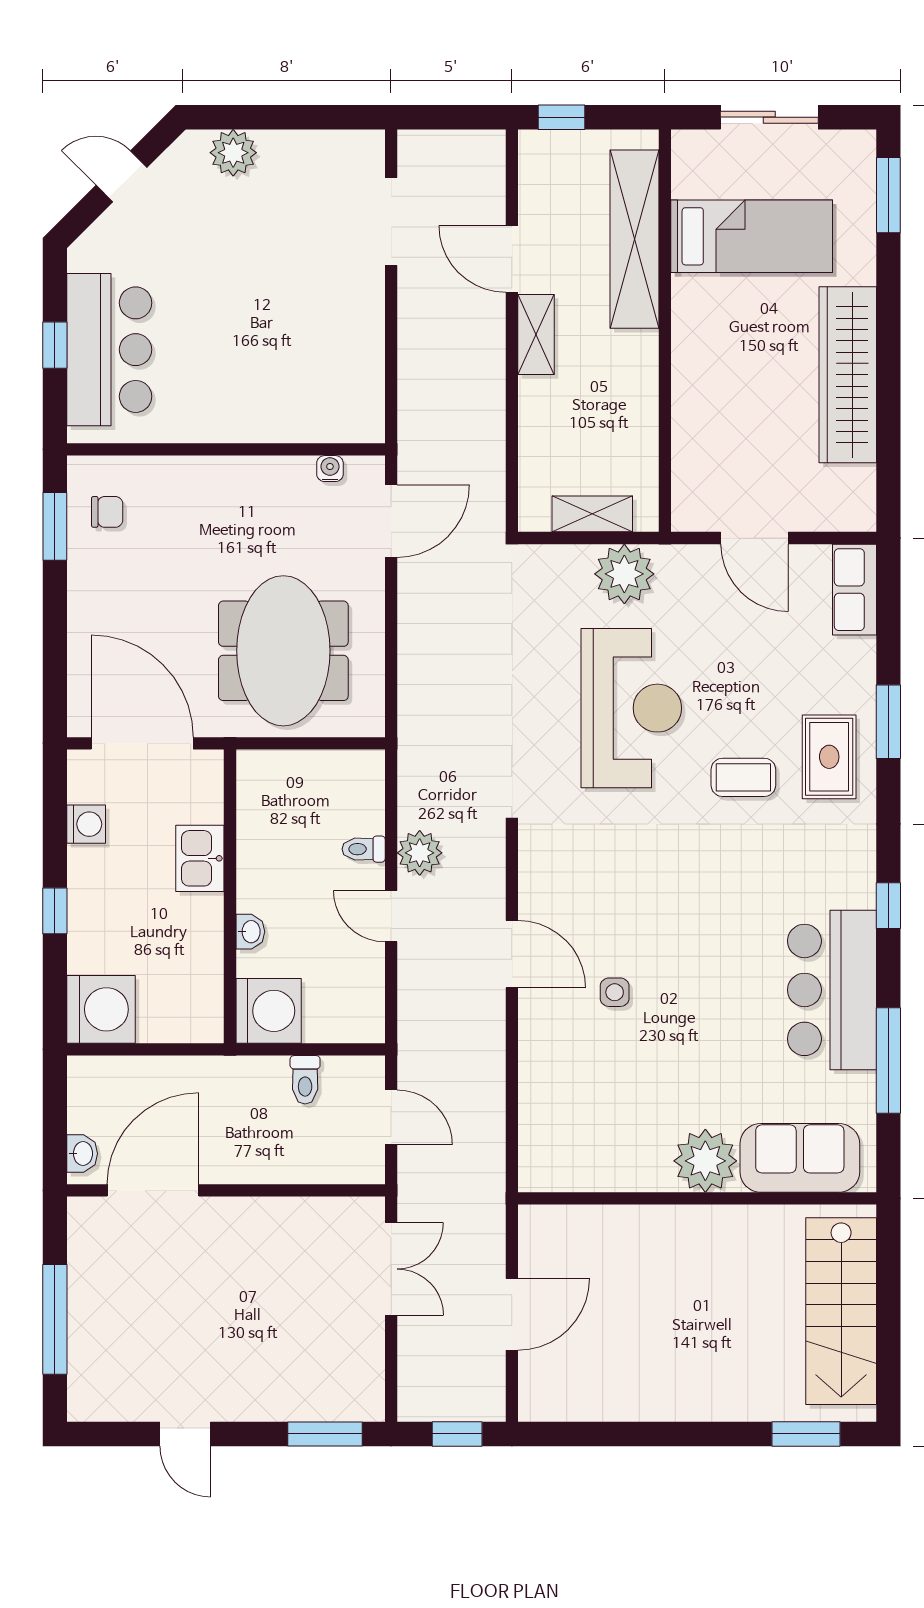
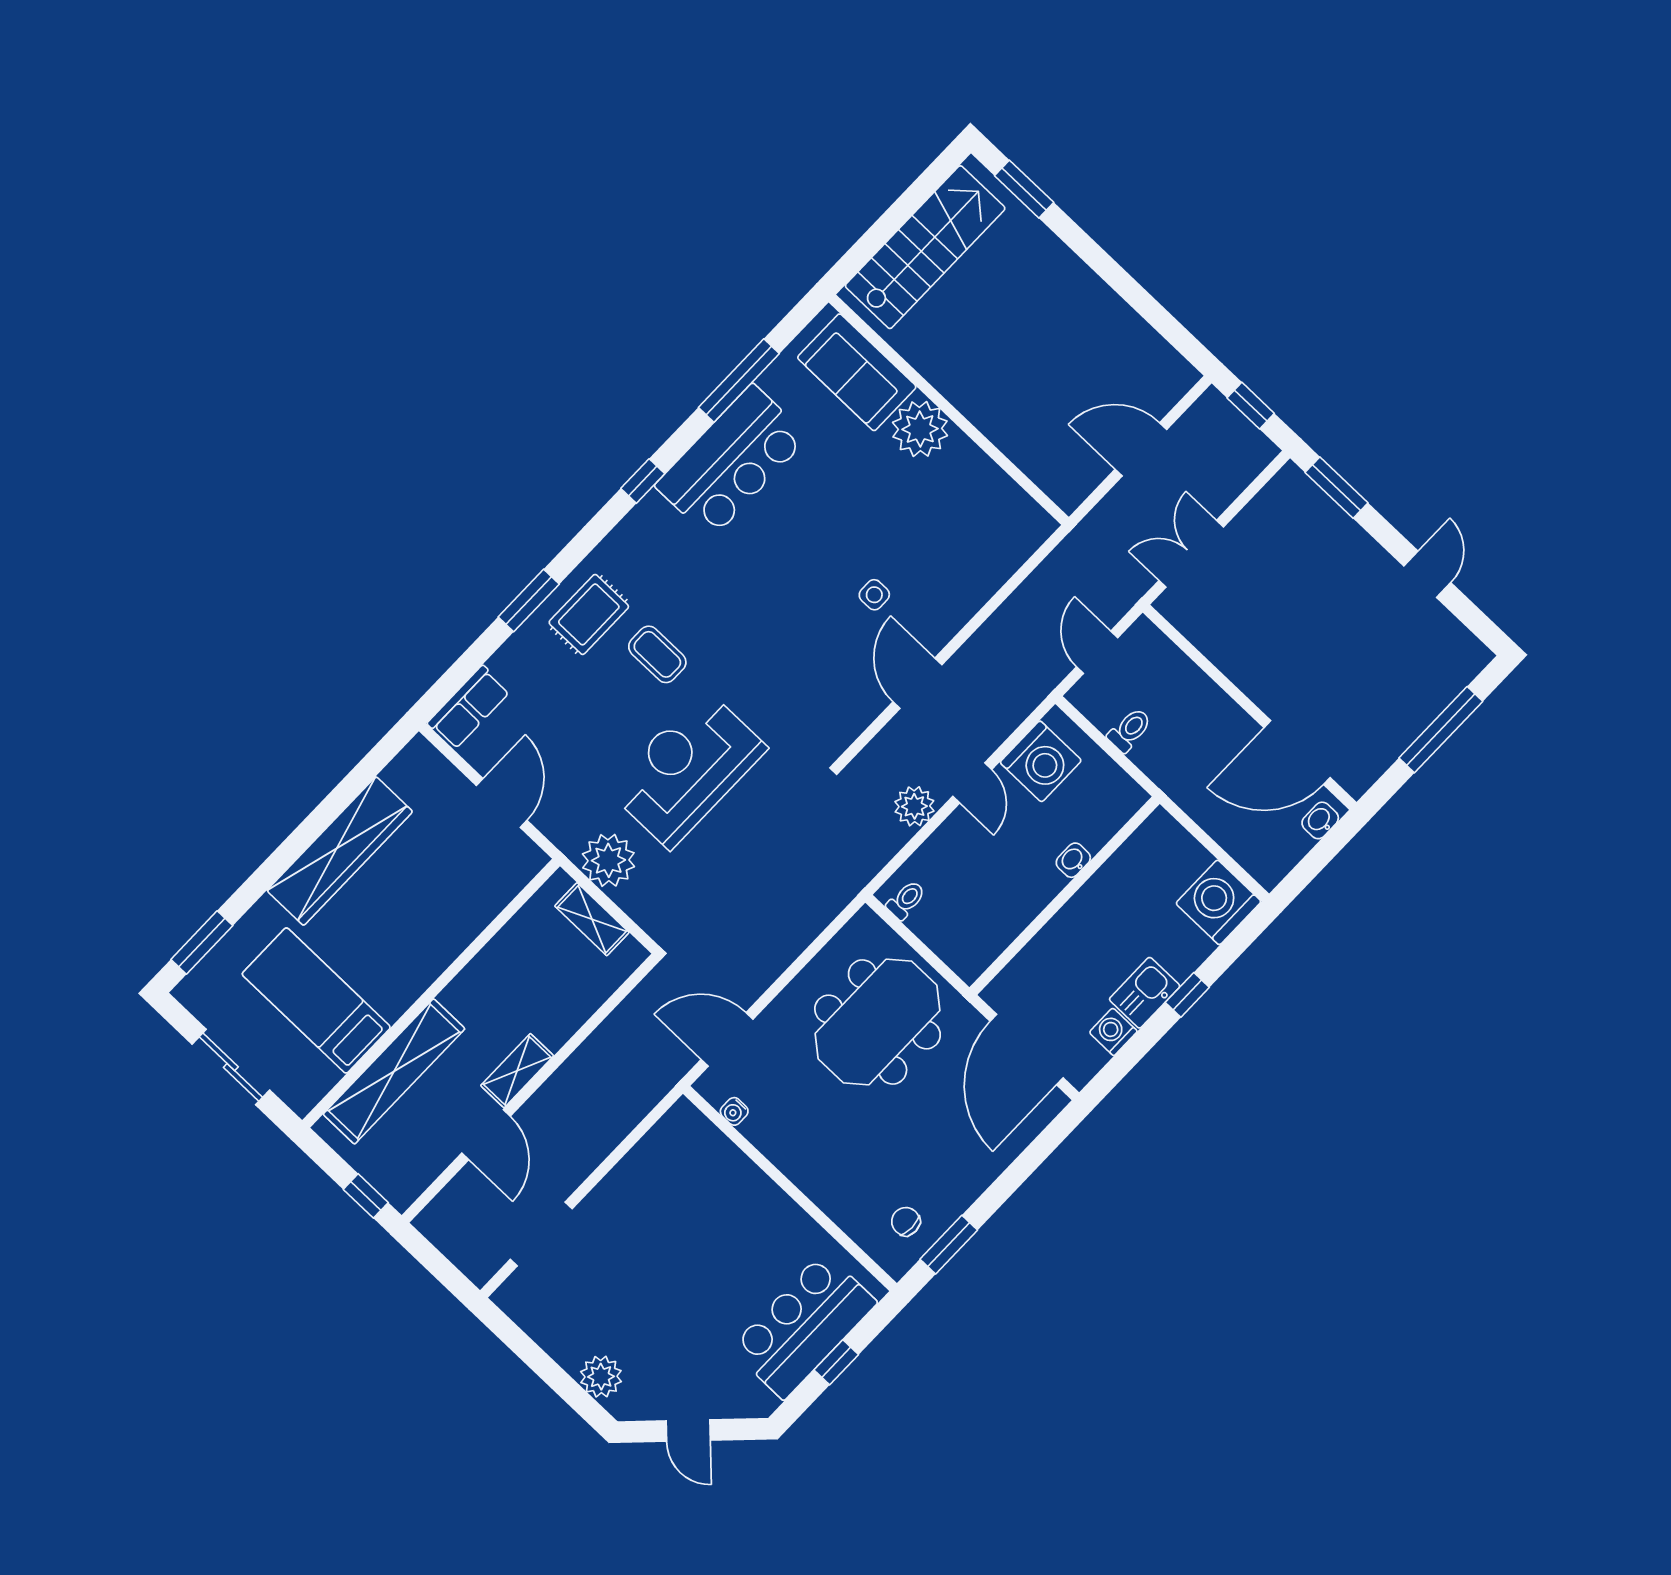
toilet: (364, 849) -> (906, 900), moved, turned -90
kitchen sink: (200, 858) -> (1145, 993), moved, turned 180
washing machine: (269, 1011) -> (1041, 761), moved, turned 180

